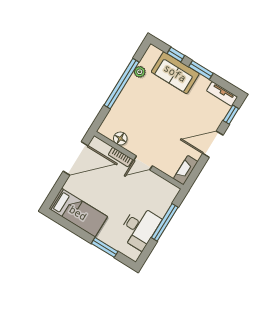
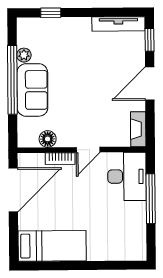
window: (201, 70) -> (88, 12), removed
sofa: (175, 73) -> (32, 90), moved, turned -90
tv unit: (222, 94) -> (118, 24), width x1.41
desk: (139, 228) -> (127, 176), moved
window: (105, 247) -> (103, 265), removed

